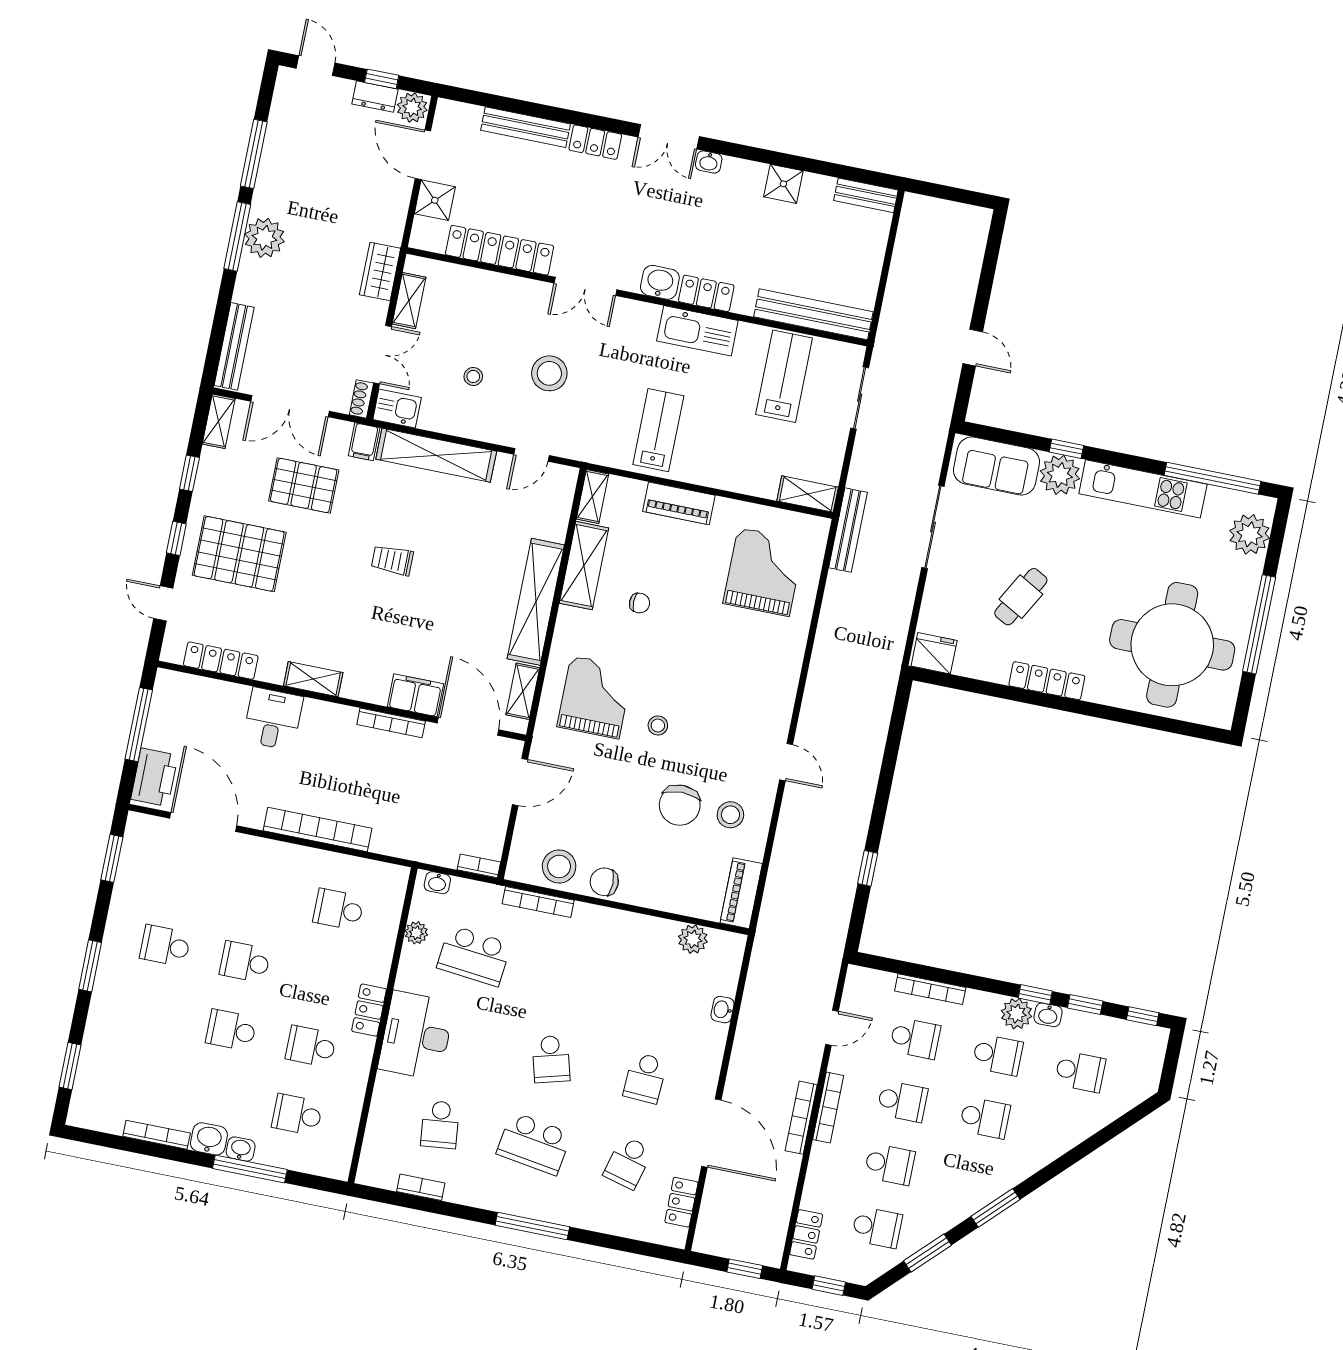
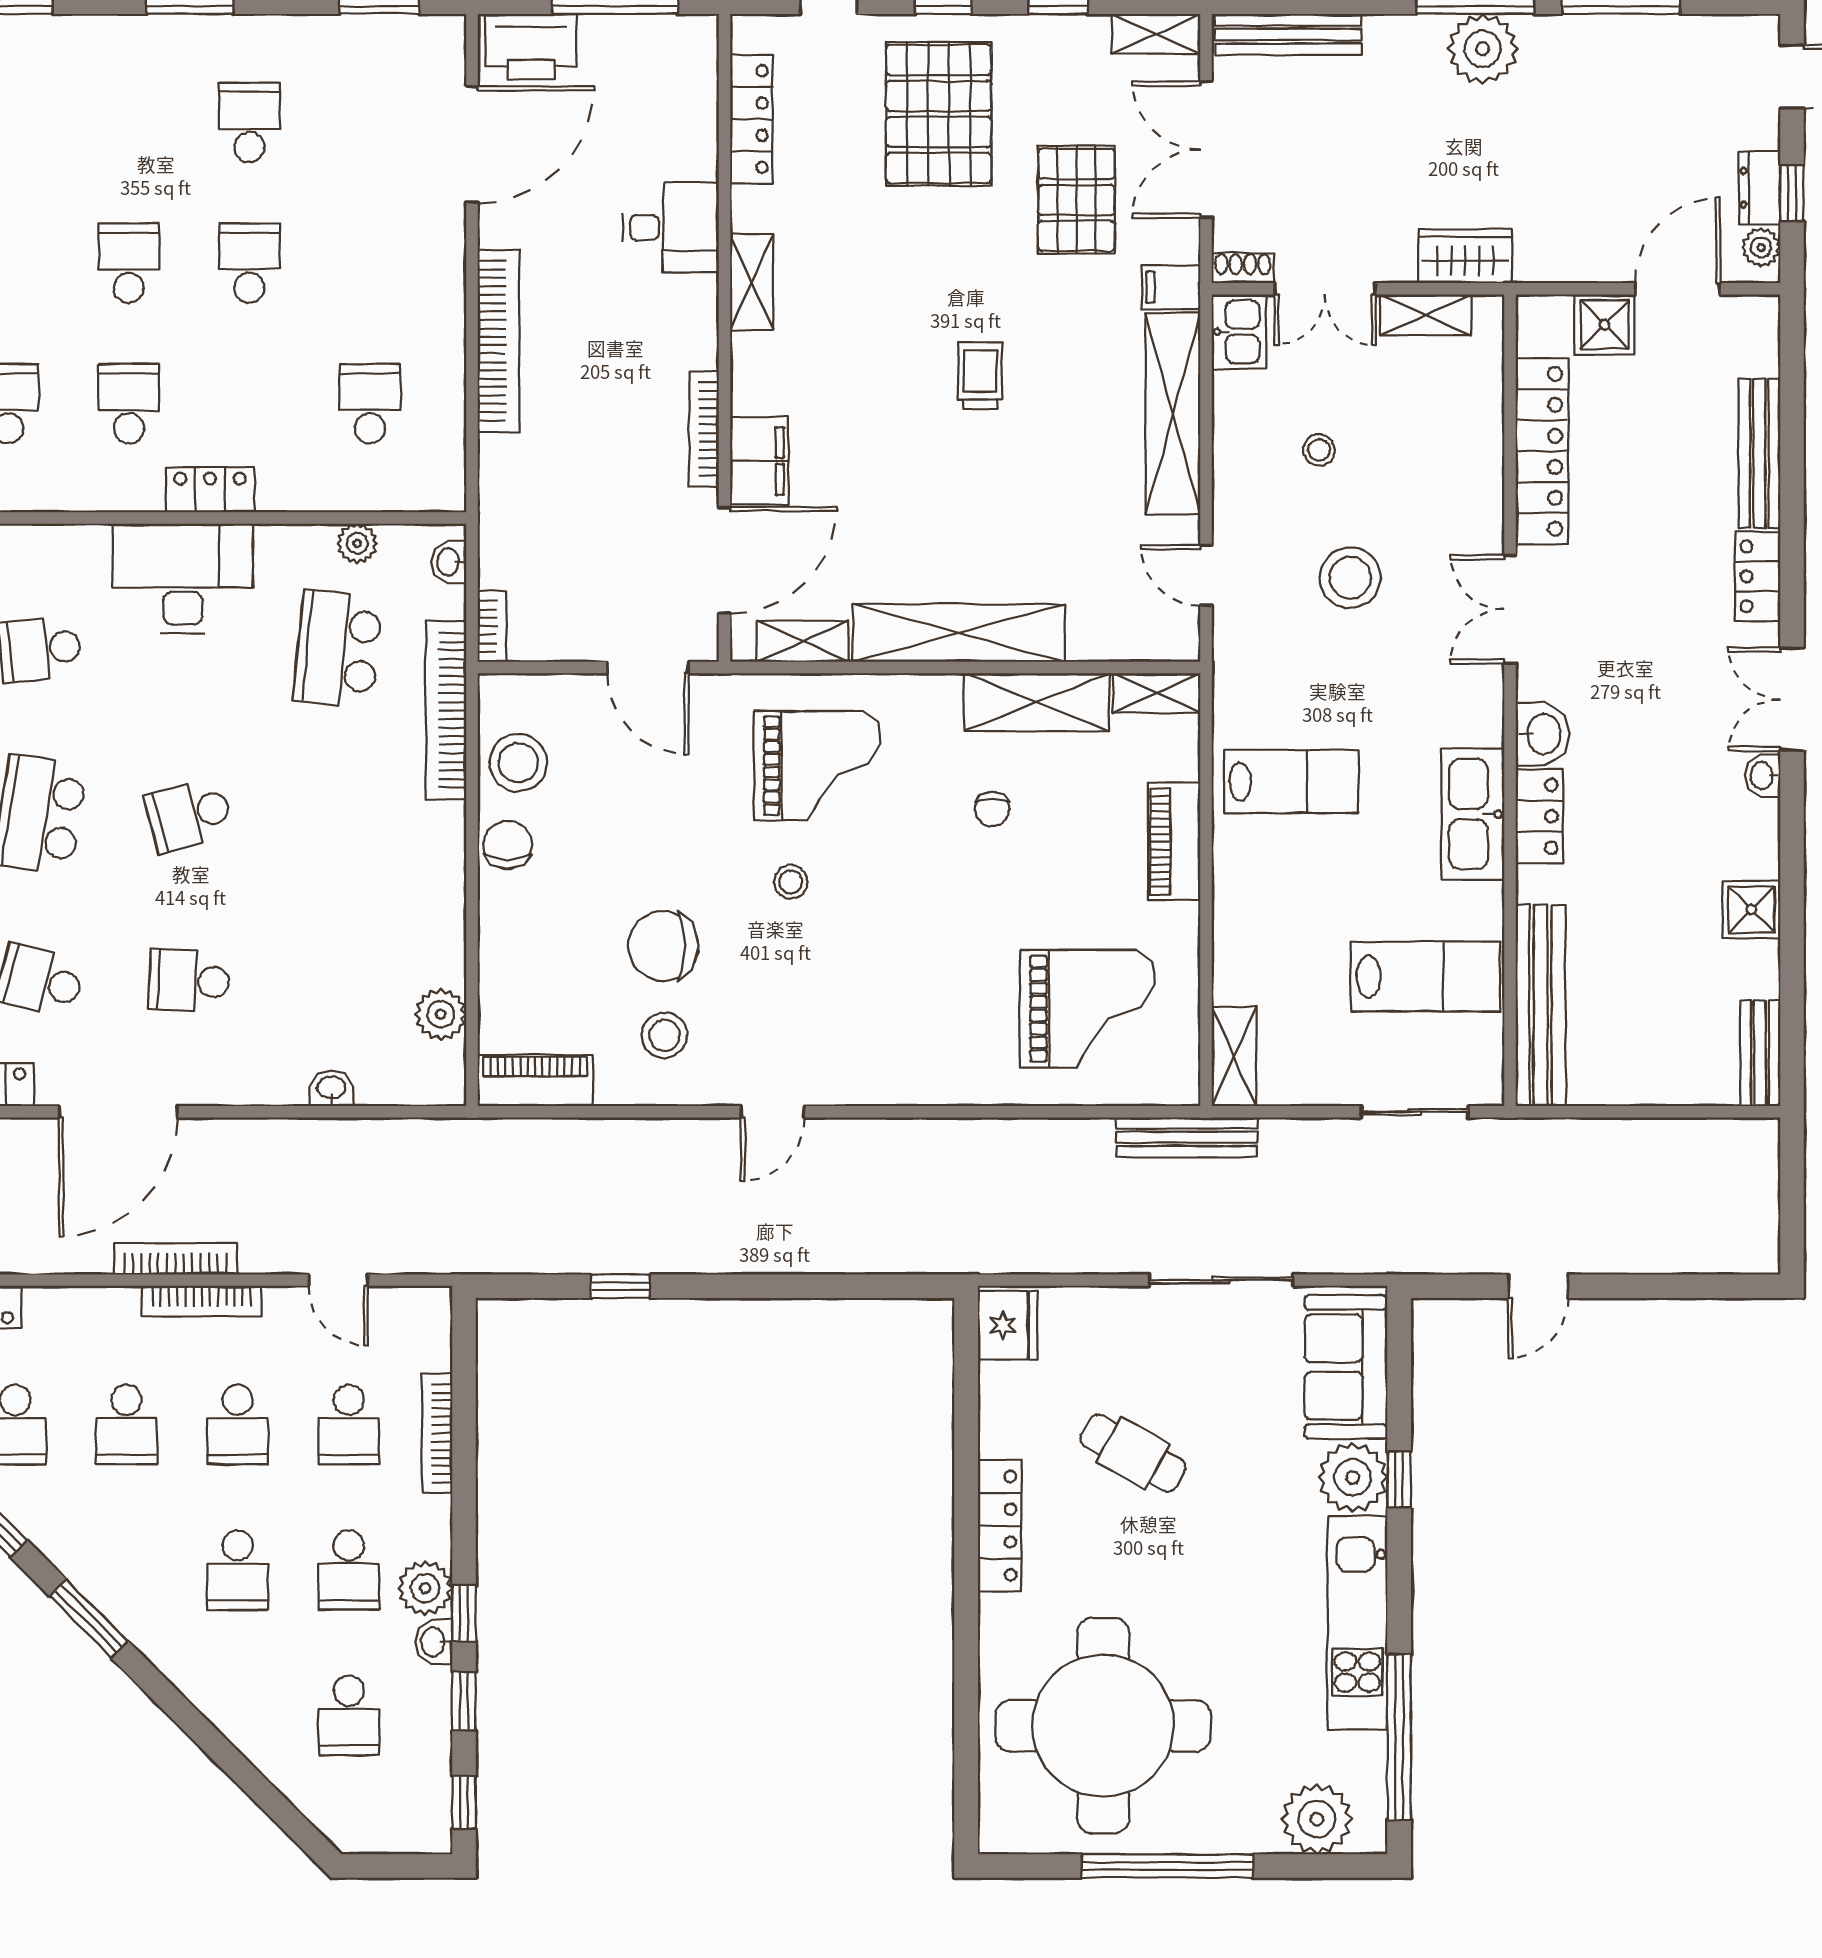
plant: (412, 107) -> (1761, 247), width x0.73, depth x0.73
bookcase: (538, 902) -> (446, 710), width x1.48, depth x1.31

